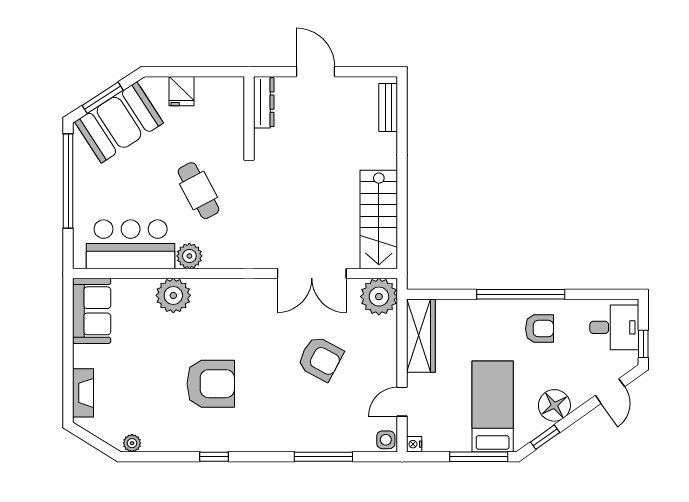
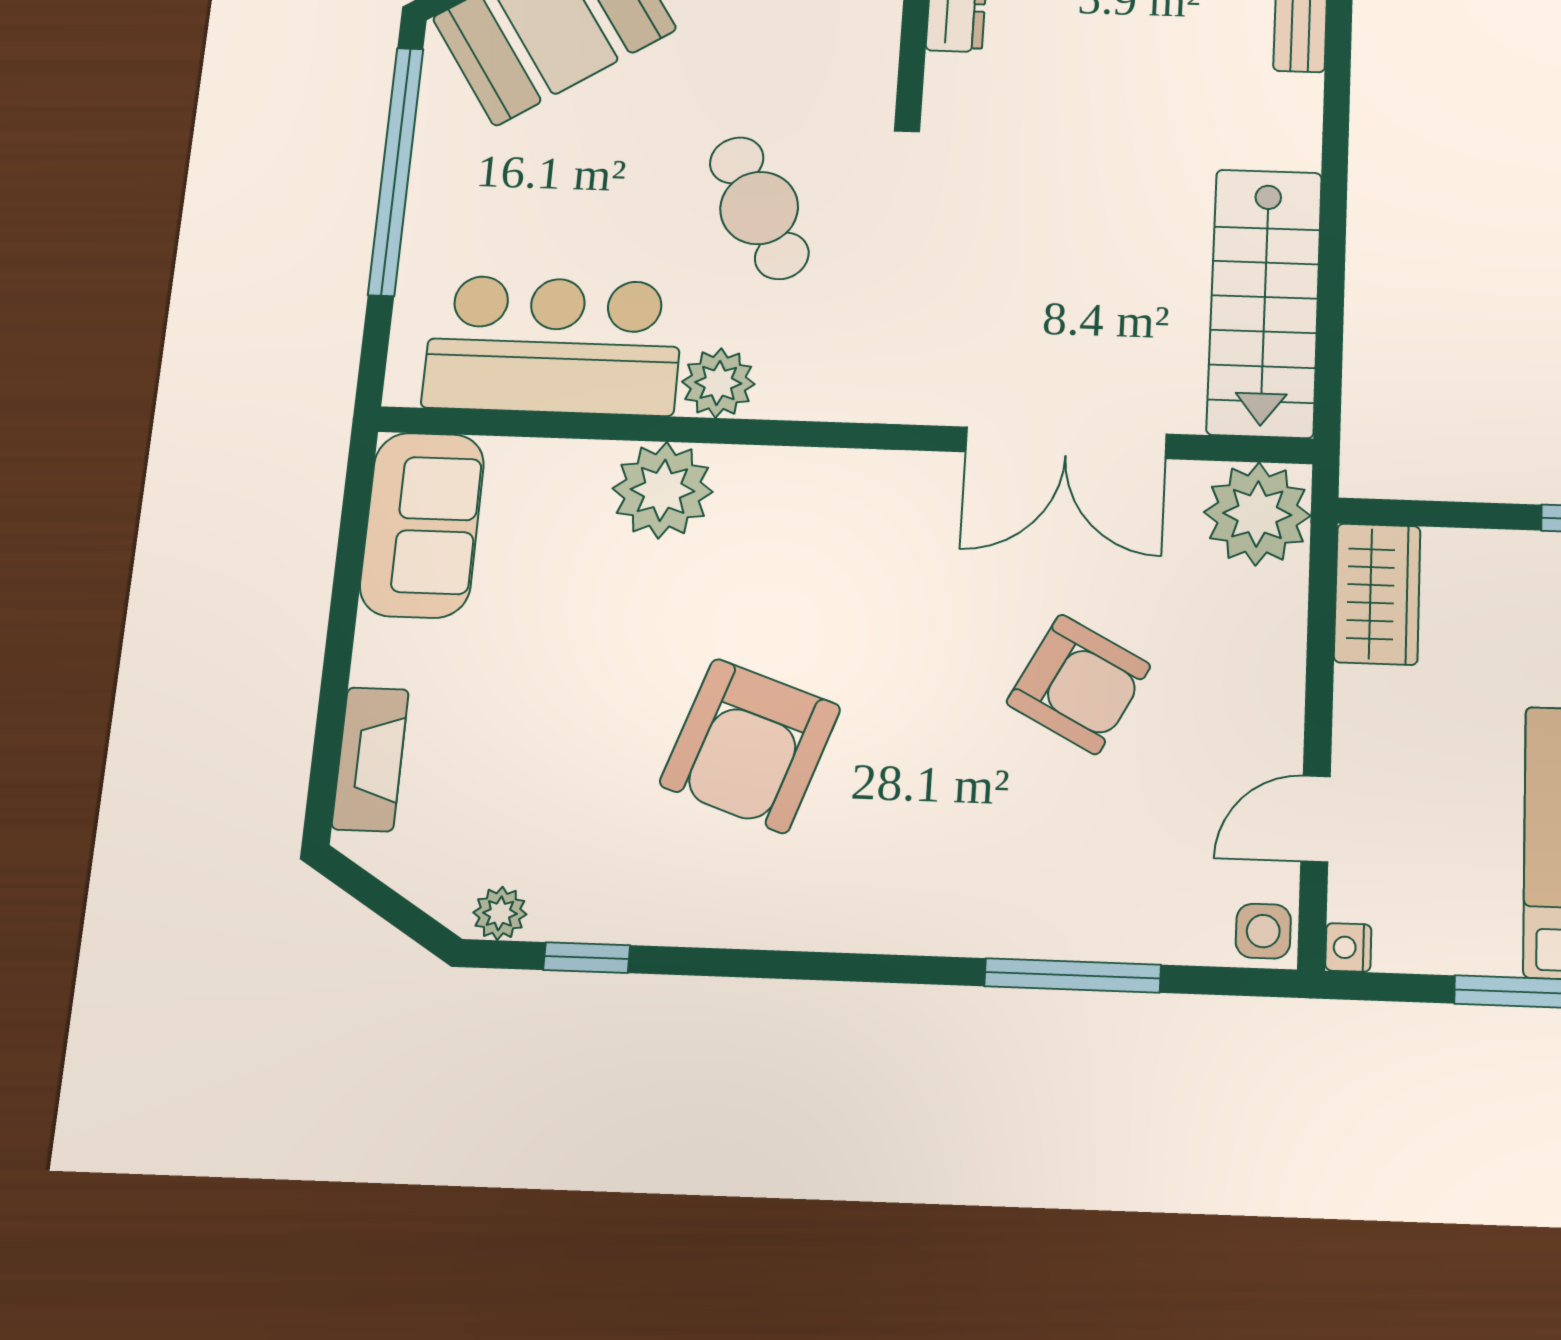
wardrobe: (421, 336) -> (1377, 594), width x0.67
armchair: (211, 384) -> (750, 746), turned 109
window: (214, 457) -> (587, 958), moved

